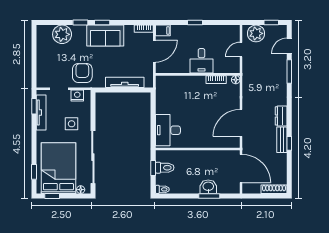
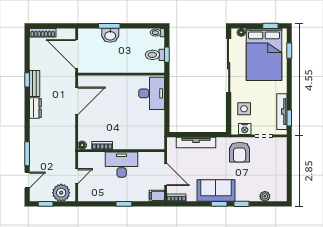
plant: (62, 34) -> (265, 196), width x0.53, depth x0.53
door: (154, 51) -> (166, 175), swing flipped
desk: (201, 61) -> (122, 165), width x1.37
side table: (72, 124) -> (244, 109), moved

